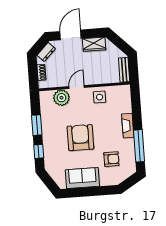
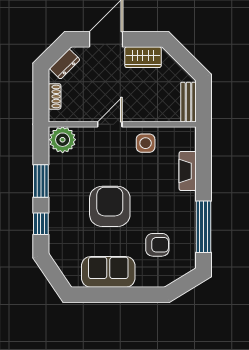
plant: (61, 98) -> (63, 140), moved
fireplace: (128, 126) -> (188, 171), moved

